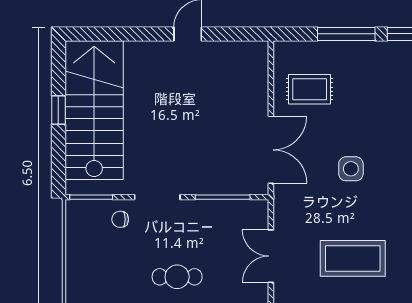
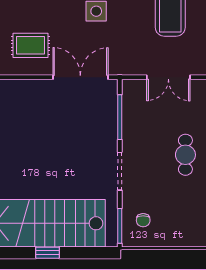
rug: (310, 89) -> (30, 45), turned 90
chair: (120, 219) -> (143, 220), moved

